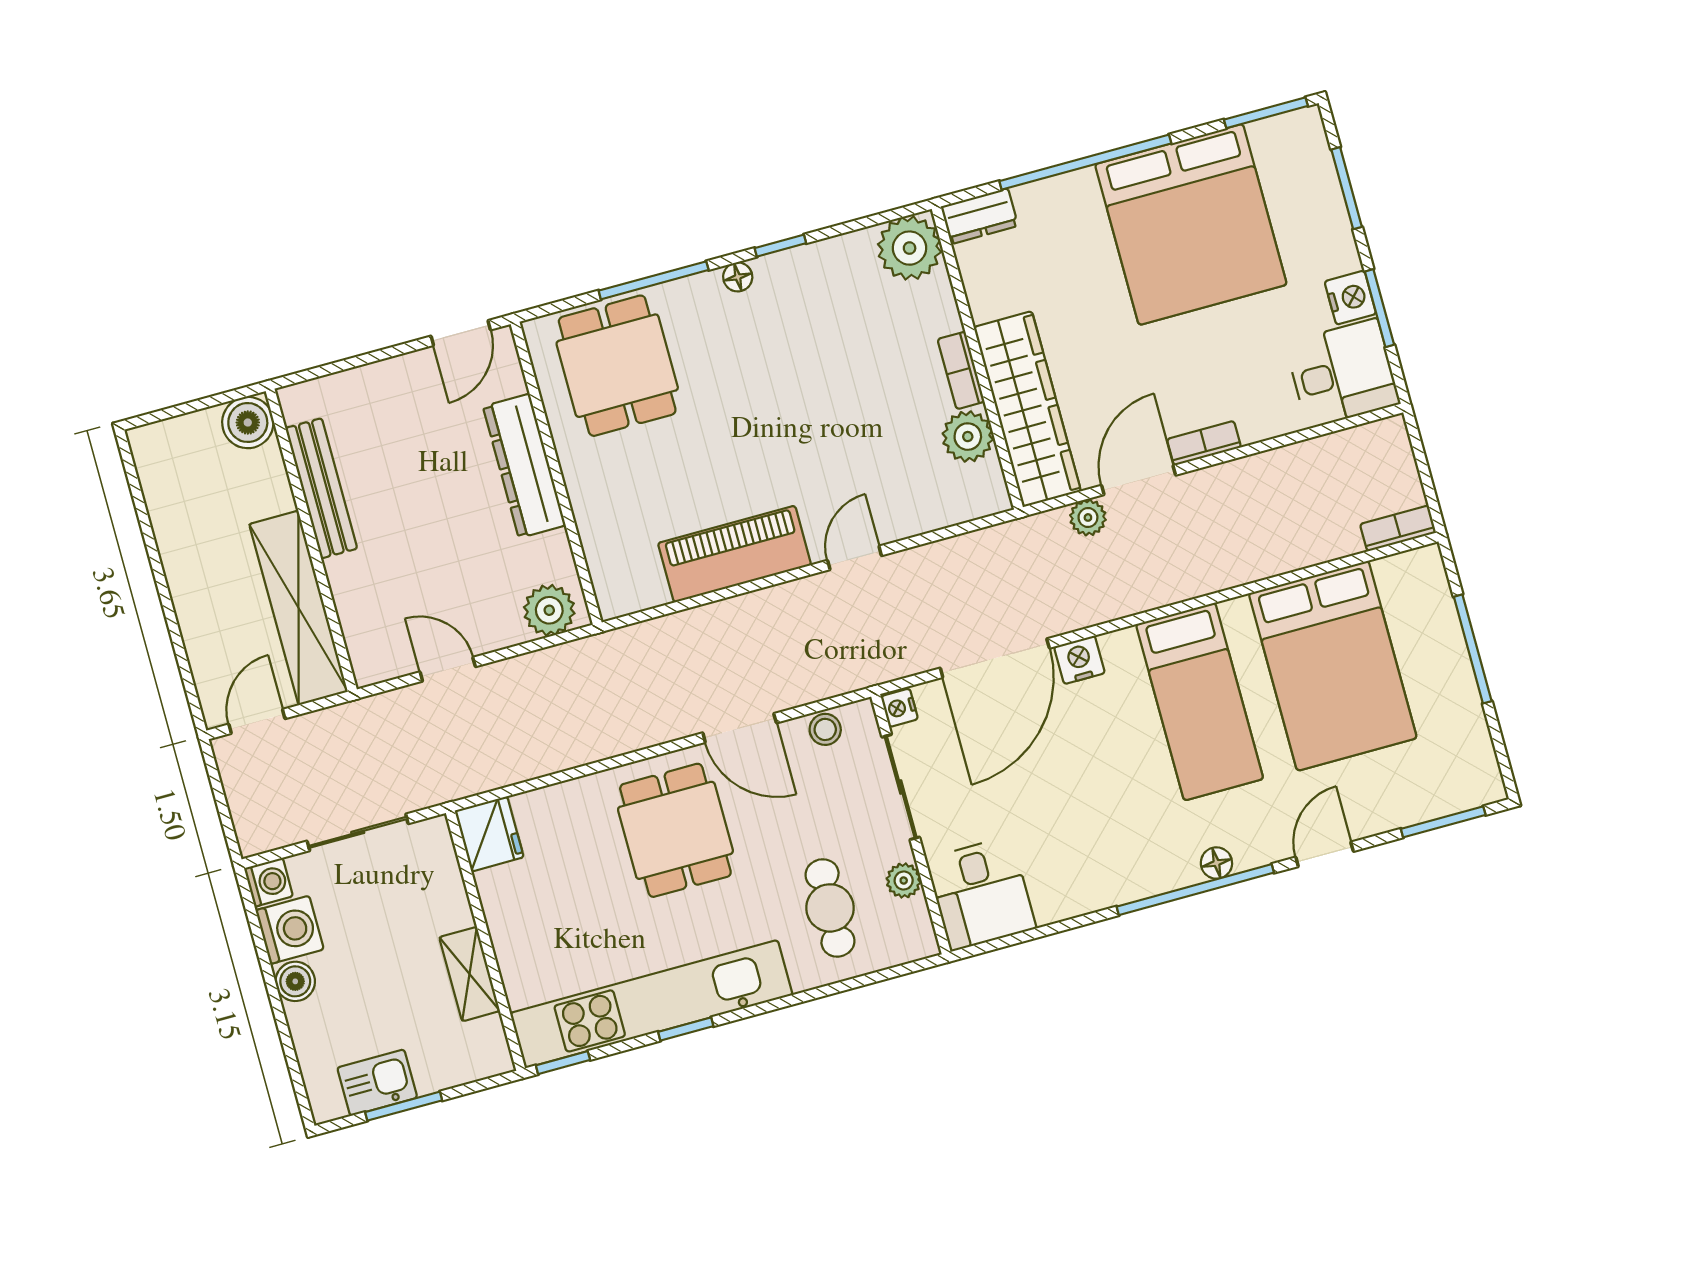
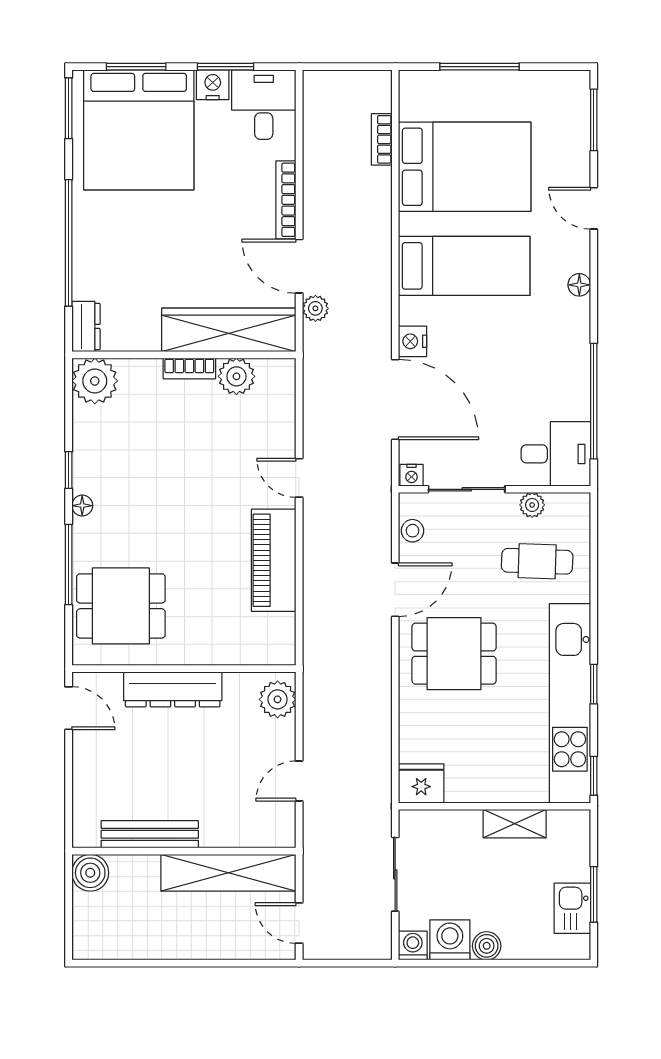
bed: (1191, 224) -> (139, 130), moved, turned 90
bookcase: (1204, 443) -> (286, 200), width x1.56
bookcase: (1398, 528) -> (382, 139), moved
window: (1195, 890) -> (594, 401), moved

